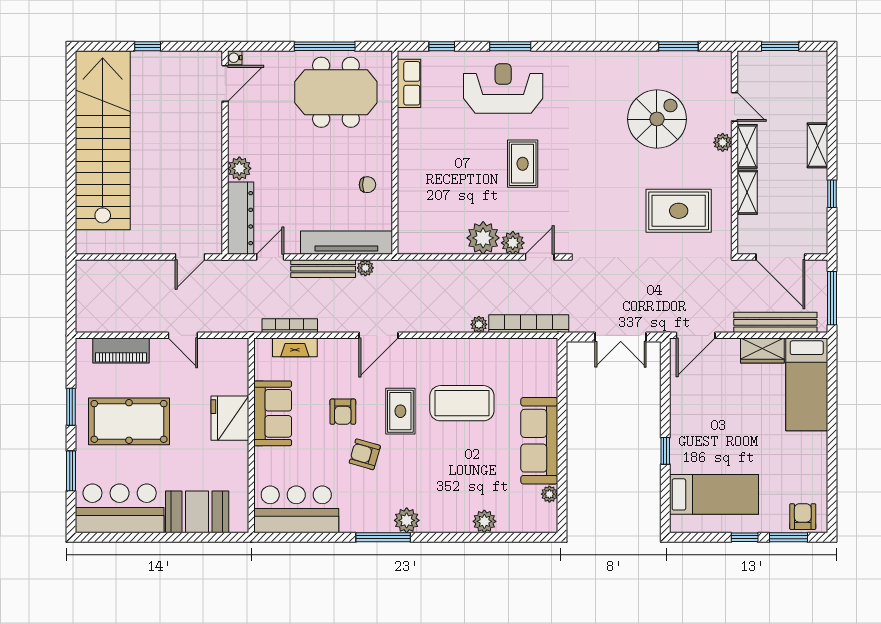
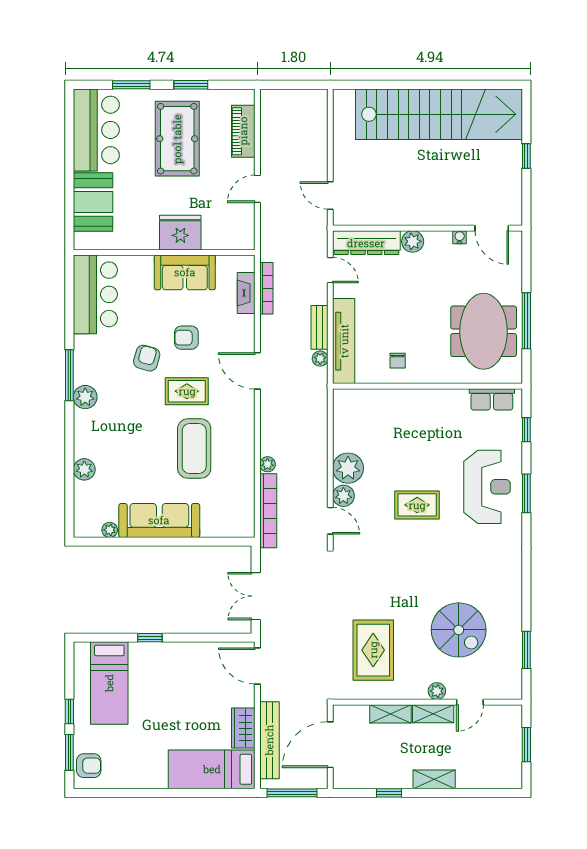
water cooler: (235, 58) -> (460, 237), moved
bench: (323, 269) -> (319, 327), width x0.73

